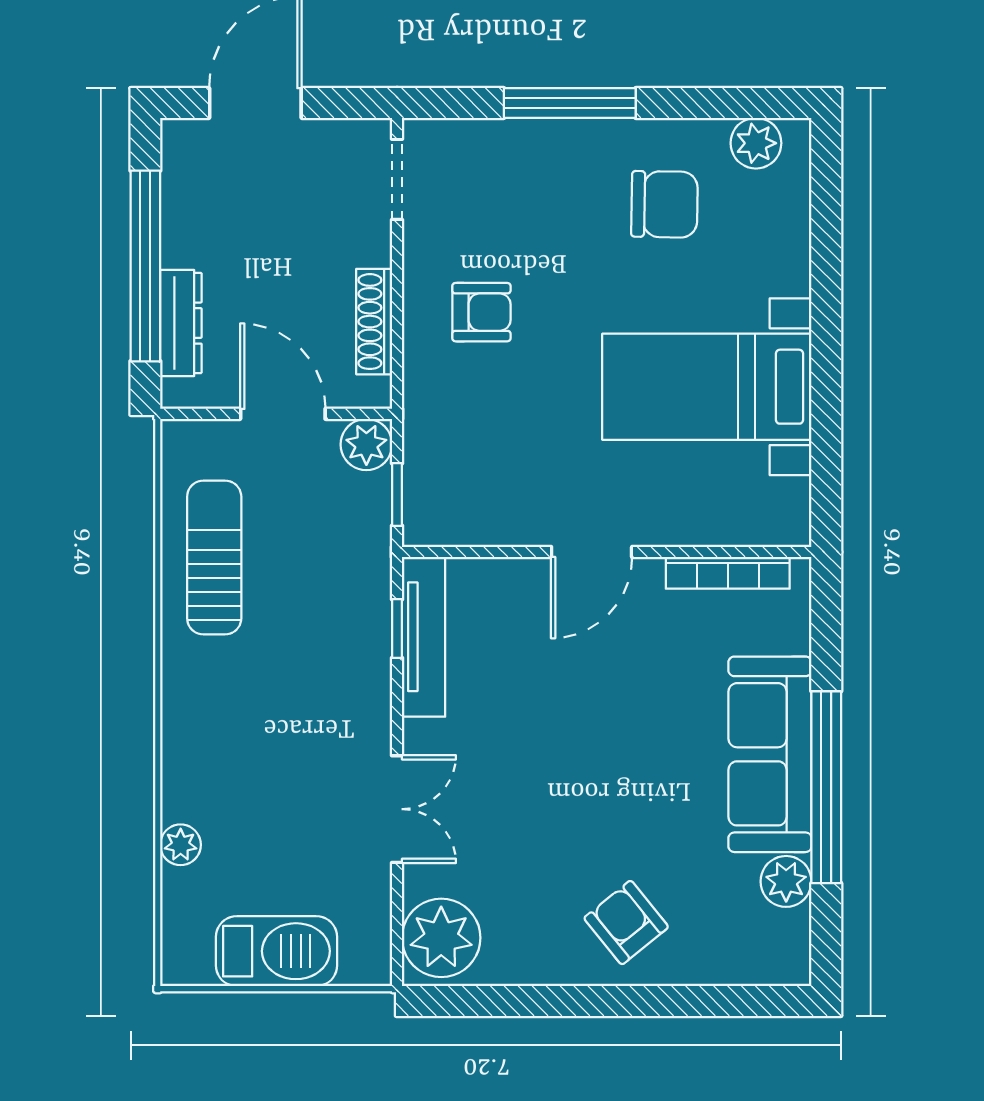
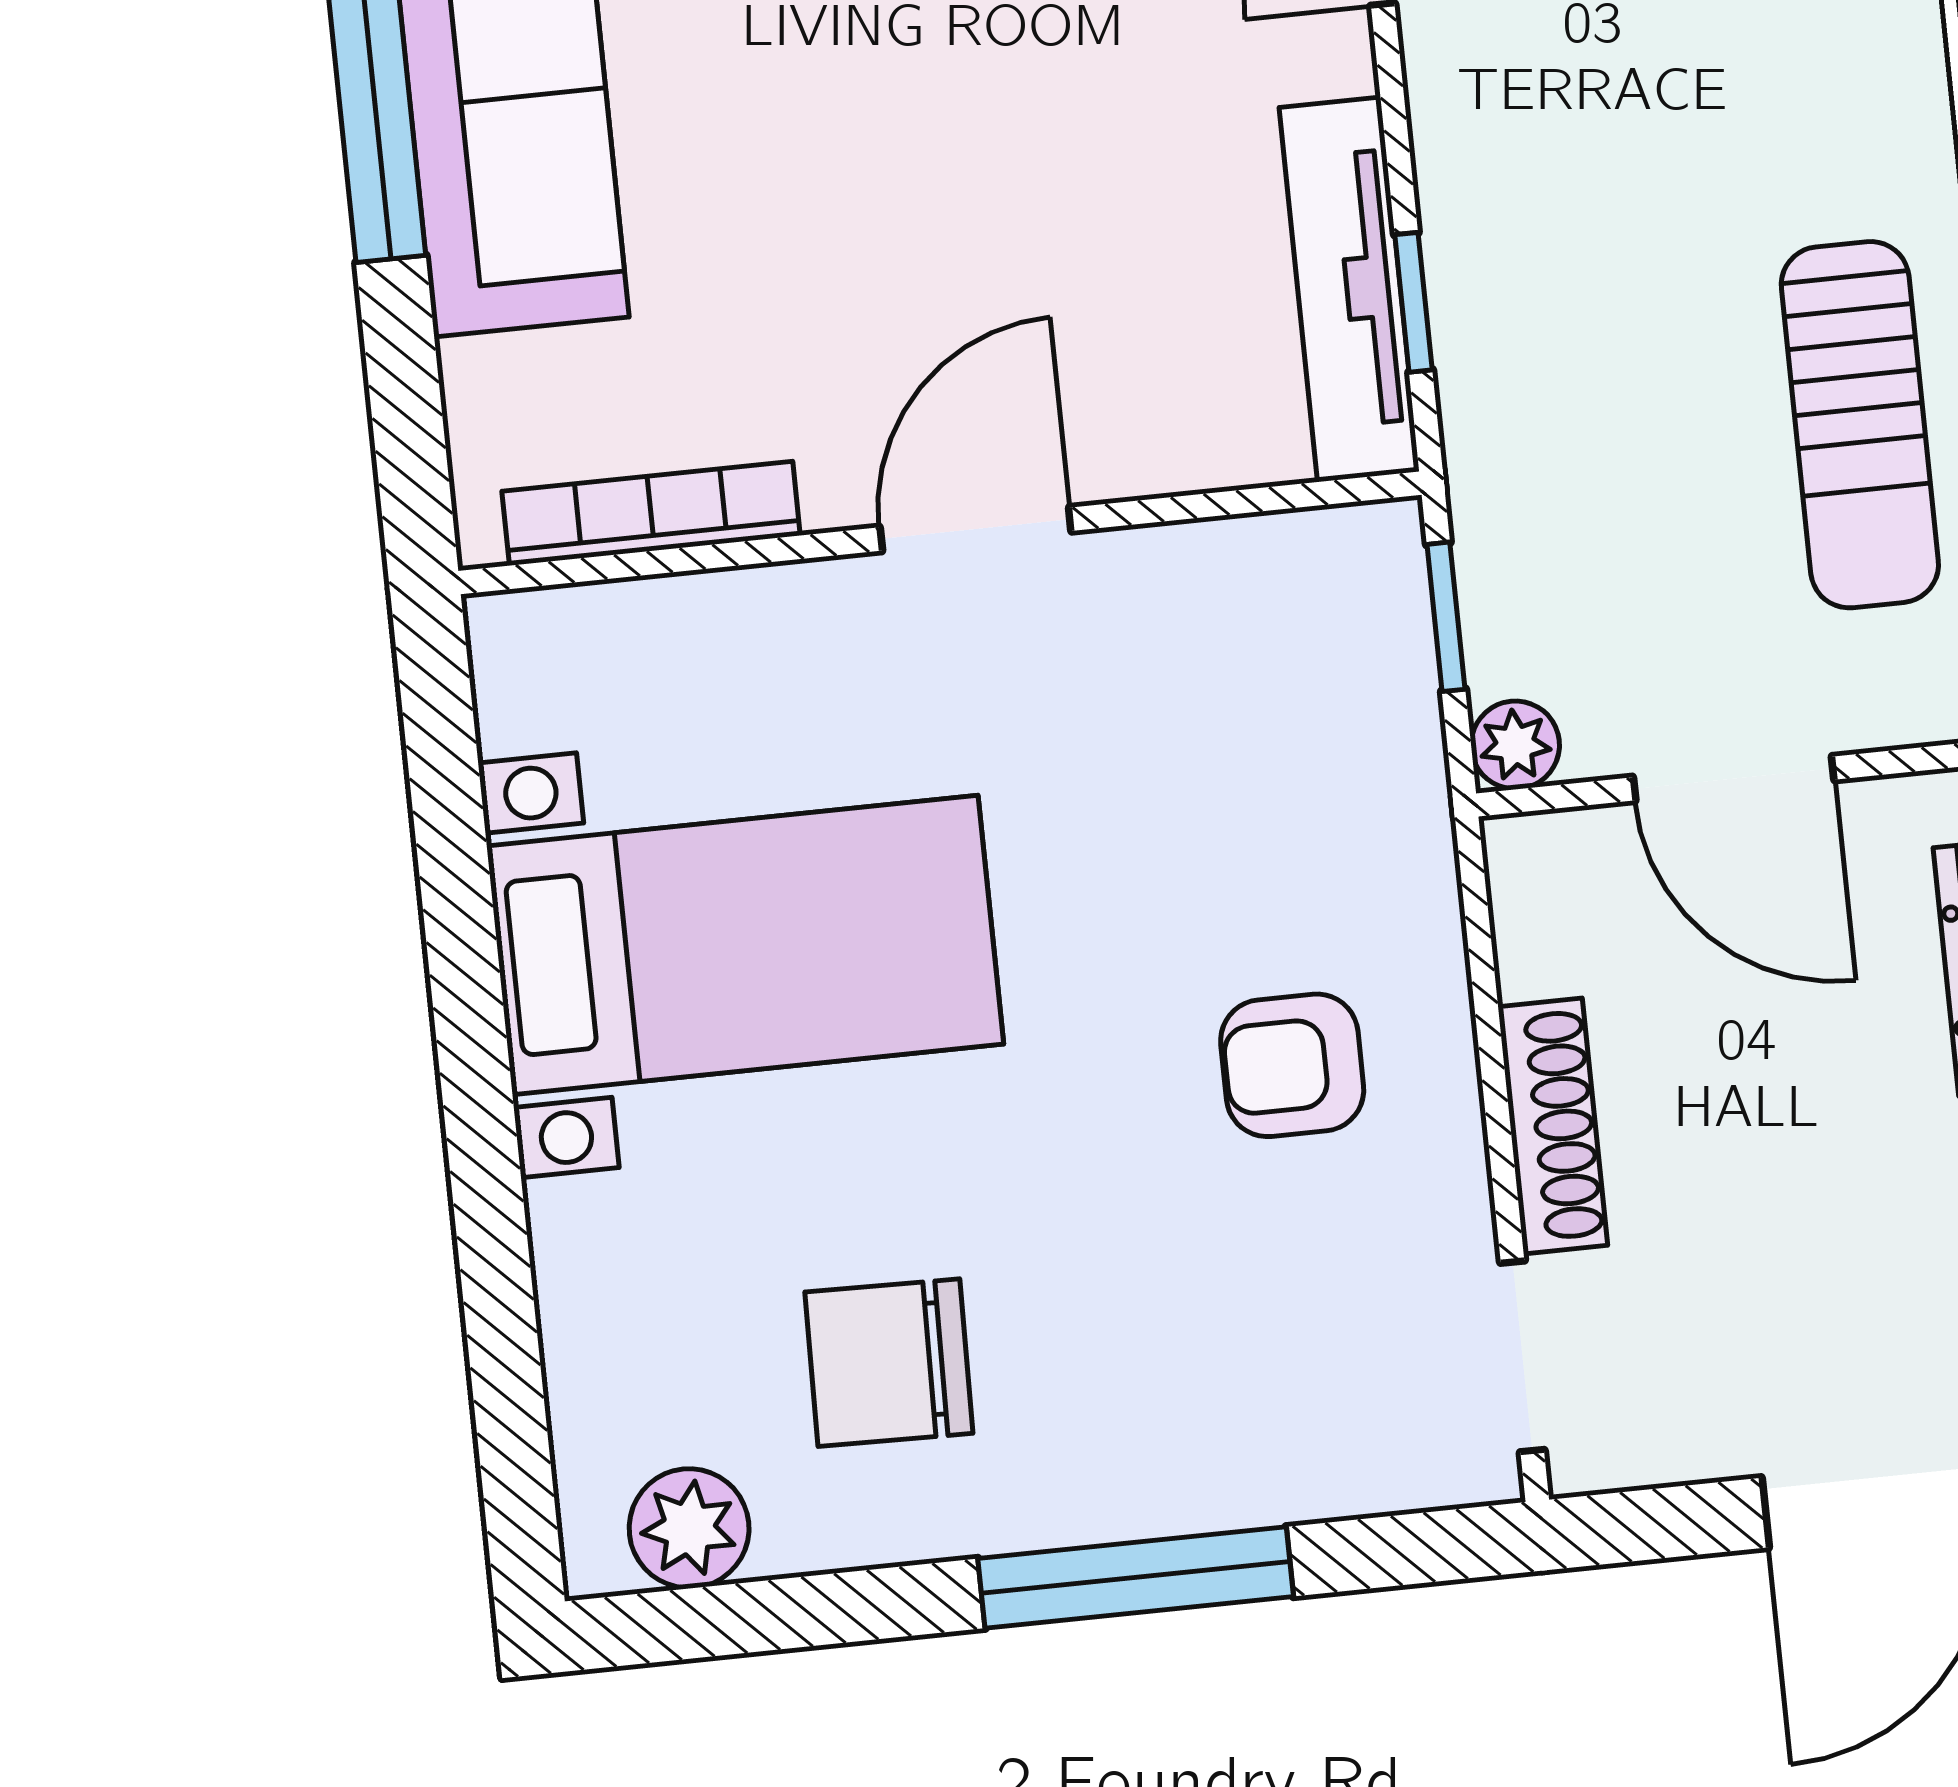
shoe rack: (374, 322) -> (1553, 1126), moved
plant: (366, 445) -> (1515, 745), width x0.73, depth x0.73

